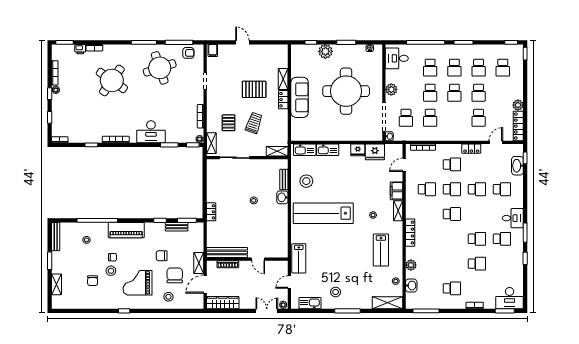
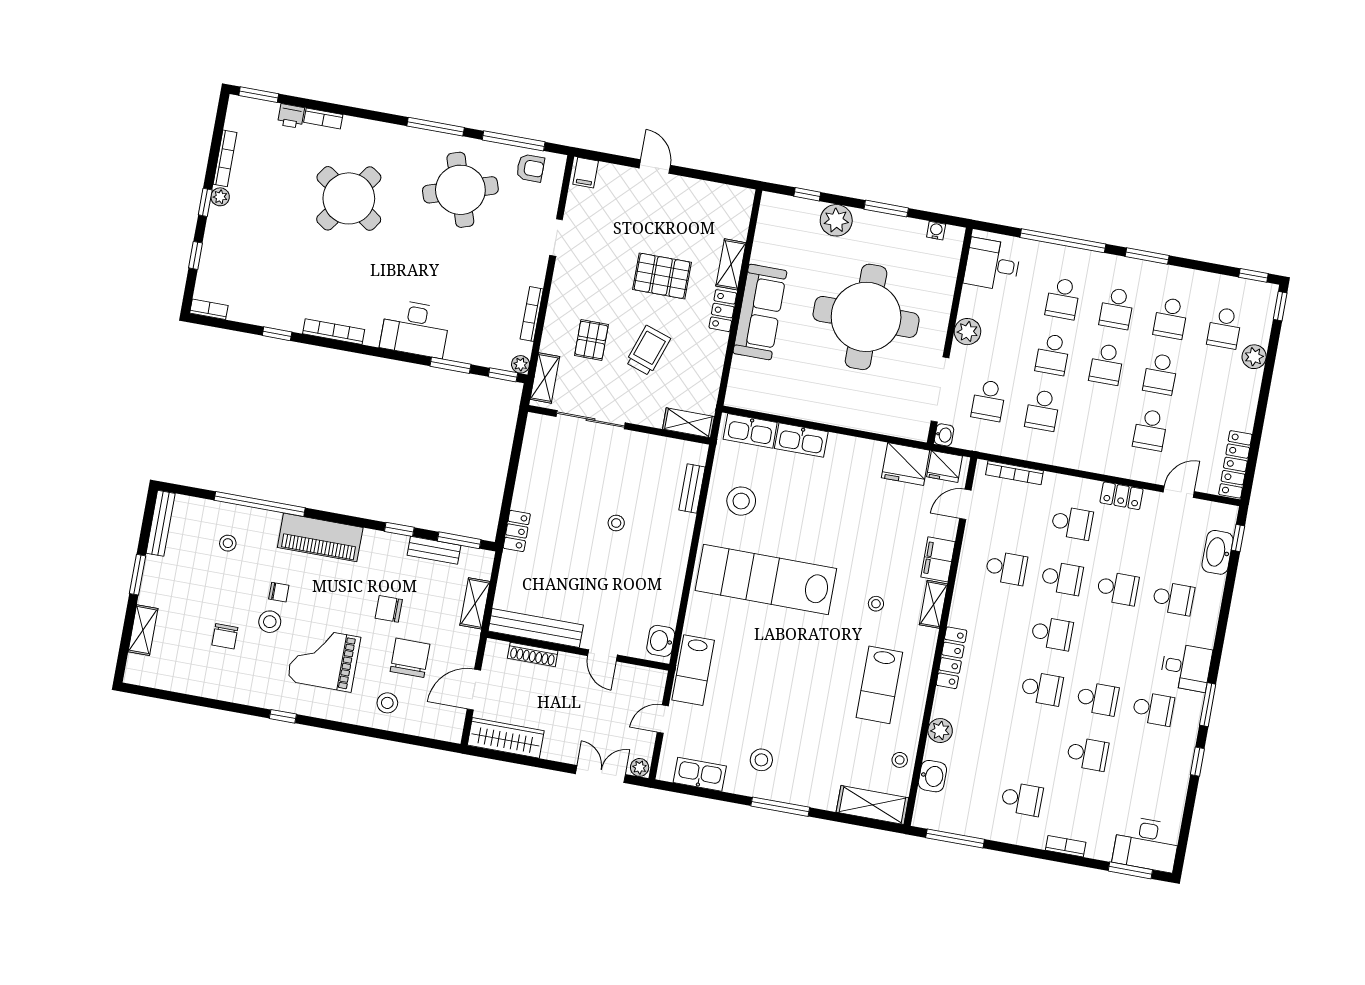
plant: (518, 105) -> (1254, 357), moved
fridge: (358, 150) -> (945, 466), moved
washbasin: (282, 197) -> (661, 641), moved
school desk: (452, 239) -> (1042, 689), added
shelving: (199, 263) -> (475, 603), moved

